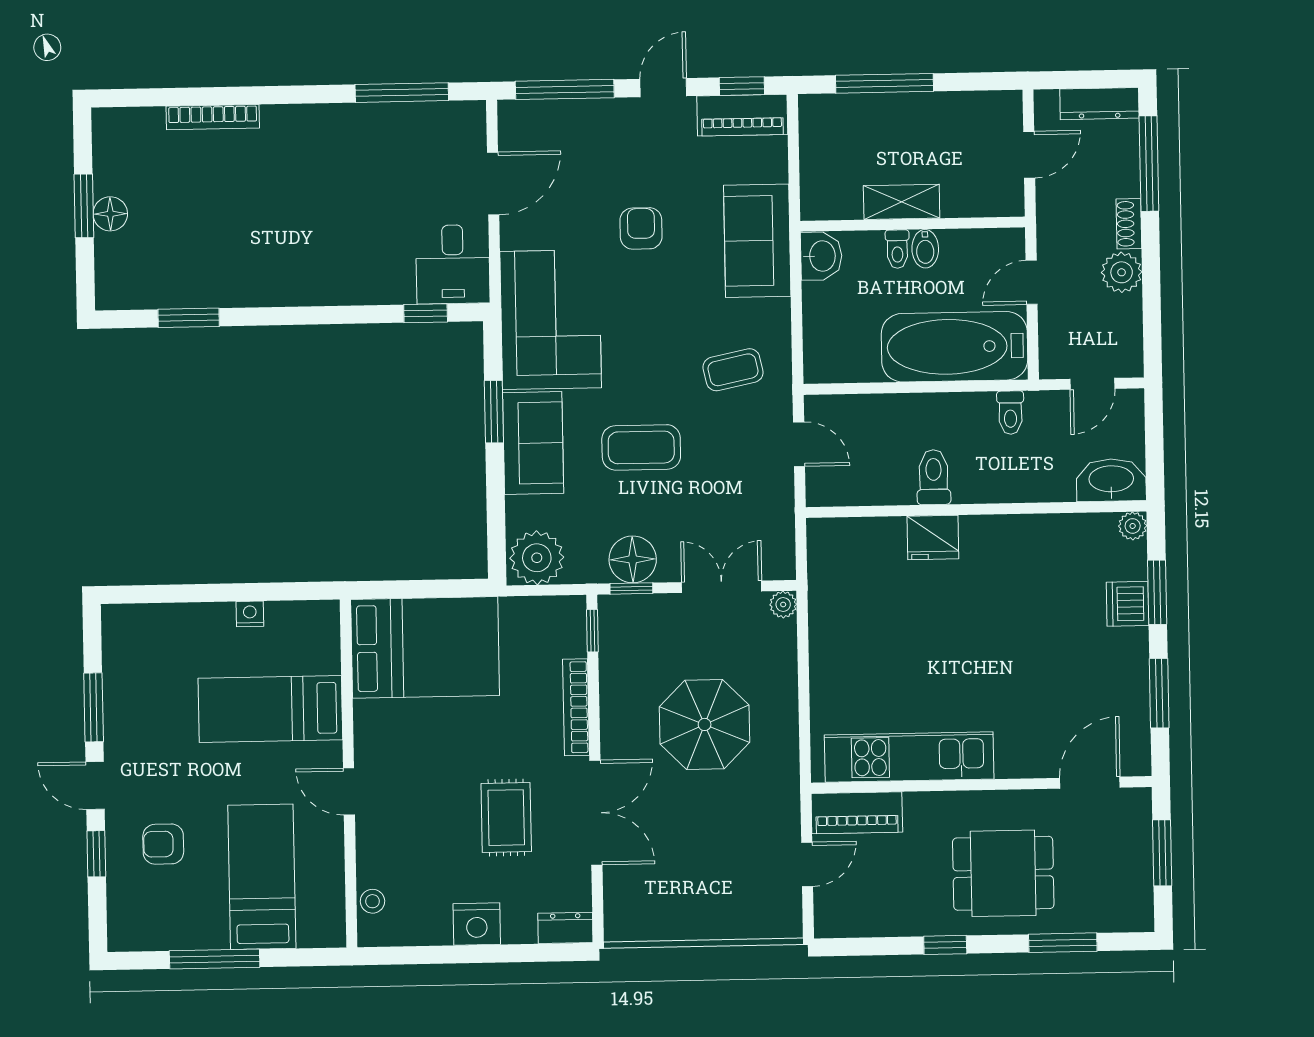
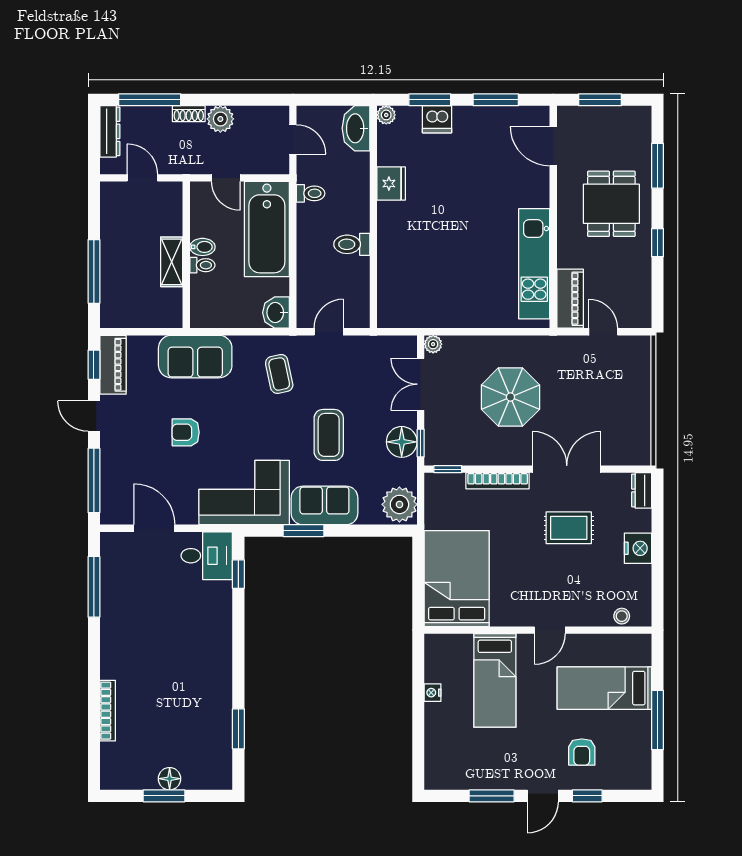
washbasin: (821, 256) -> (276, 313), moved, turned -90
fridge: (933, 537) -> (391, 184), moved

